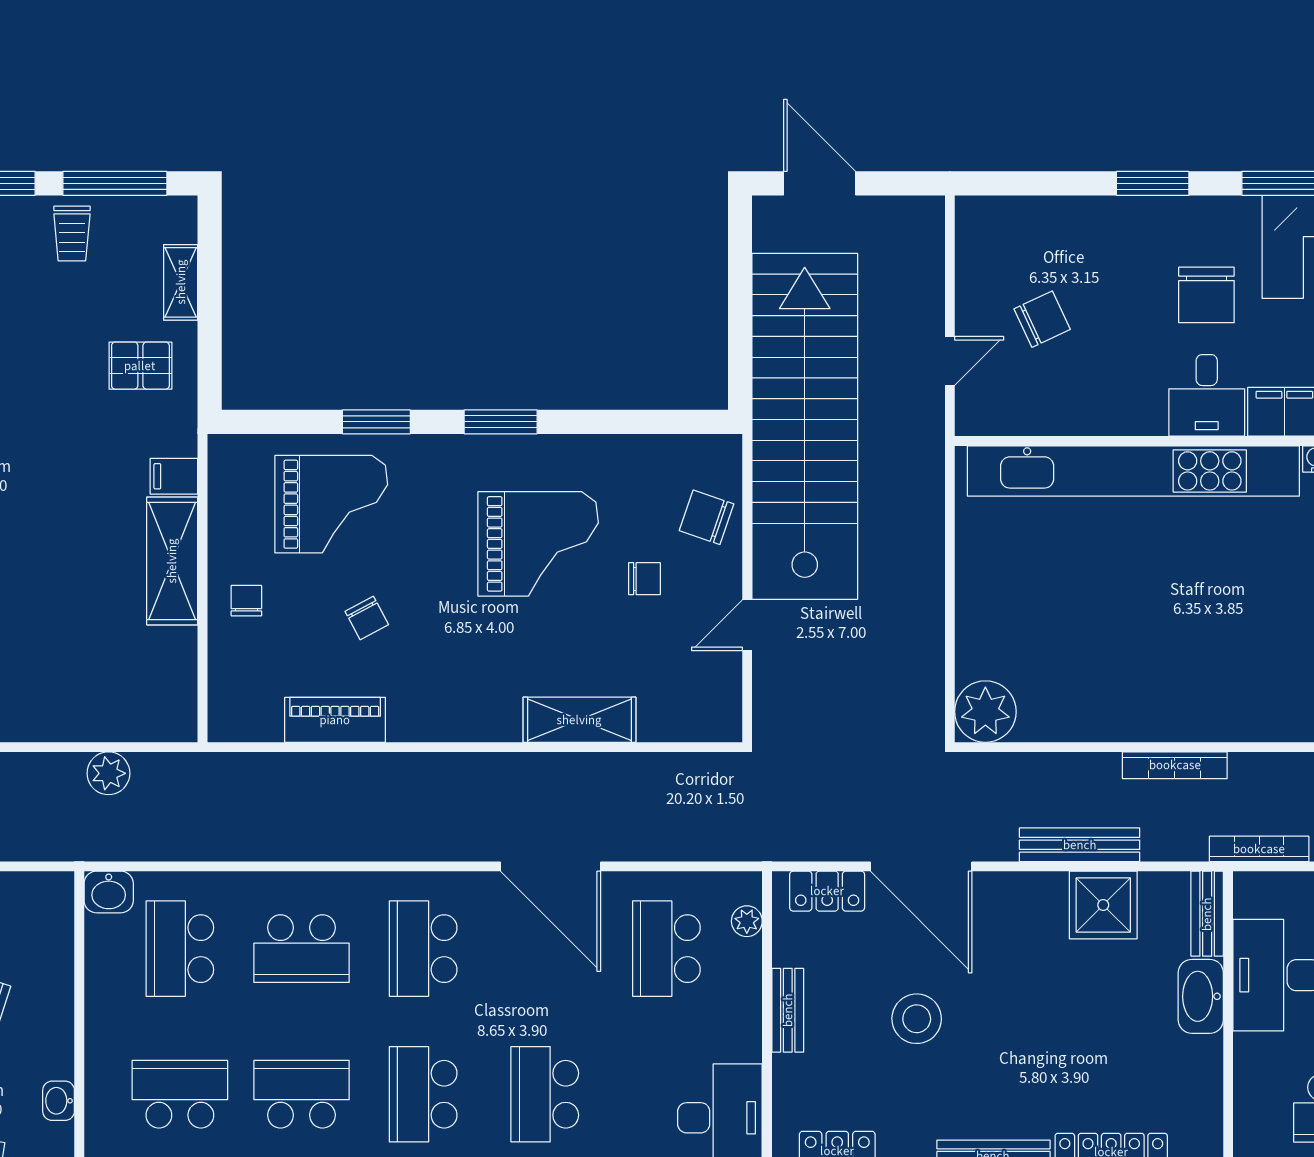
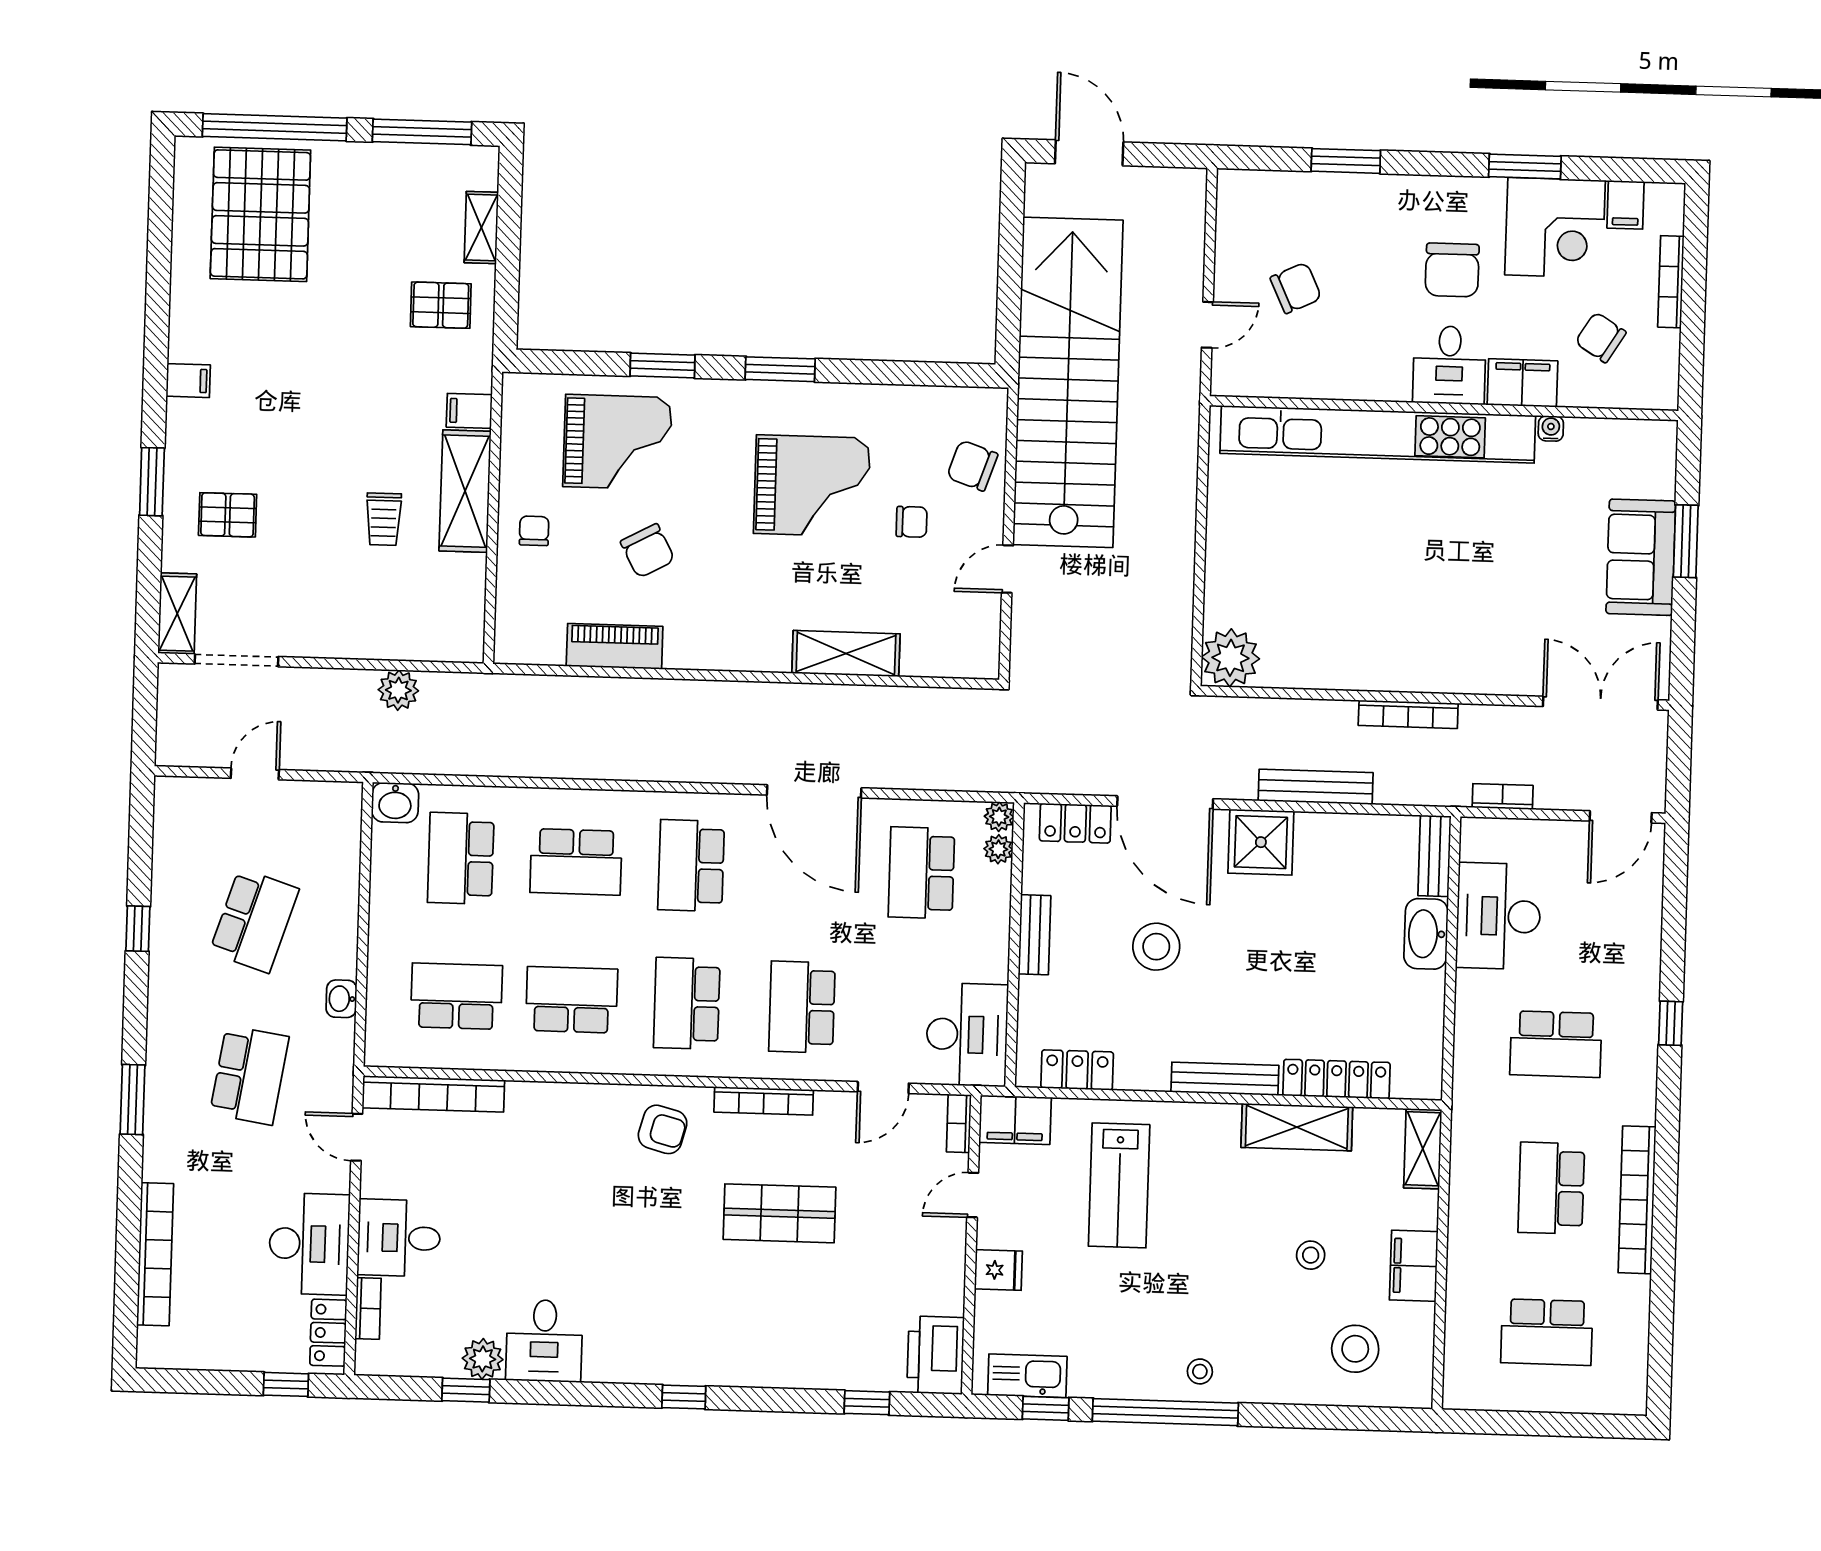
window: (1153, 183) -> (1346, 161), moved
trolley: (72, 233) -> (384, 519), moved
chair: (367, 618) -> (648, 551), width x1.37, depth x1.37
bookcase: (1259, 849) -> (1503, 797), width x0.64
plant: (747, 887) -> (999, 817), added
shower: (1103, 905) -> (1261, 842), moved

